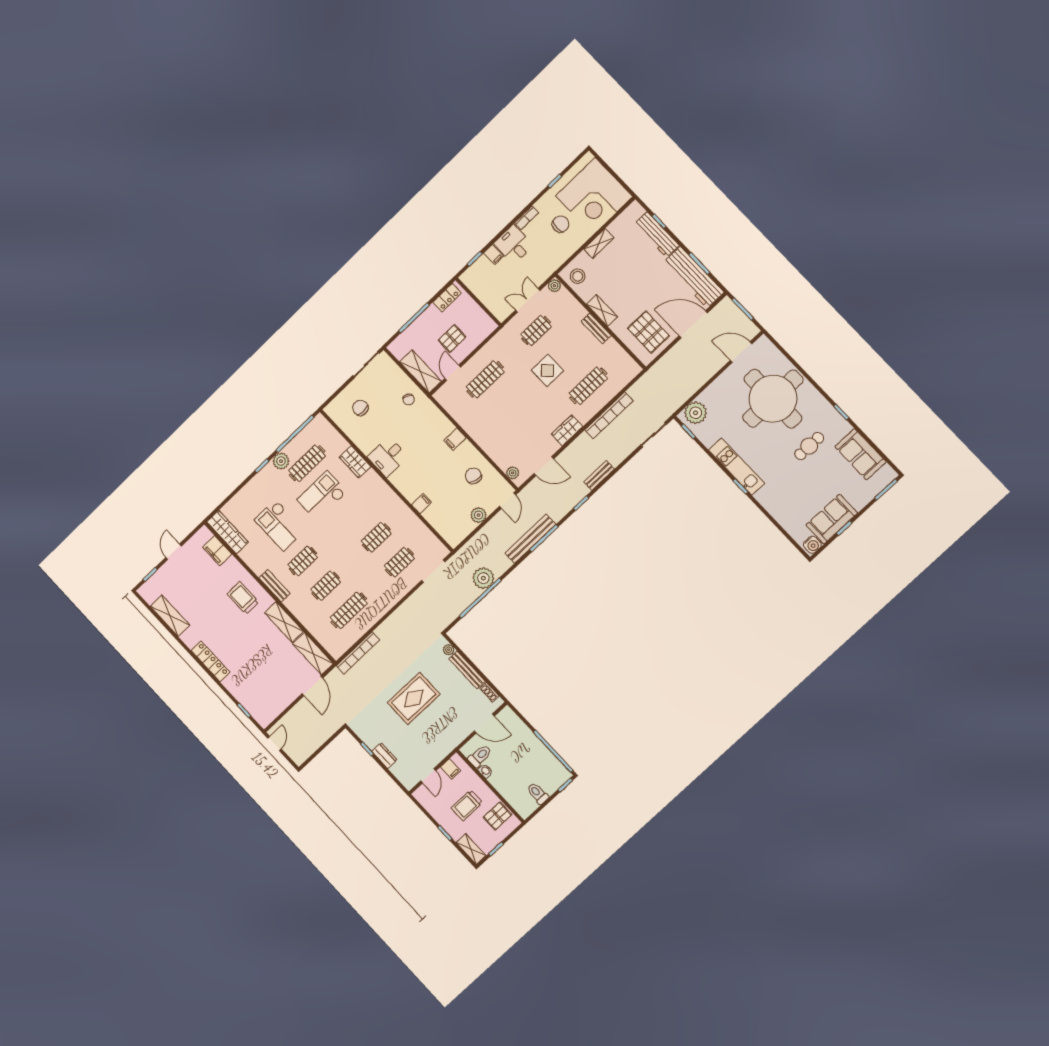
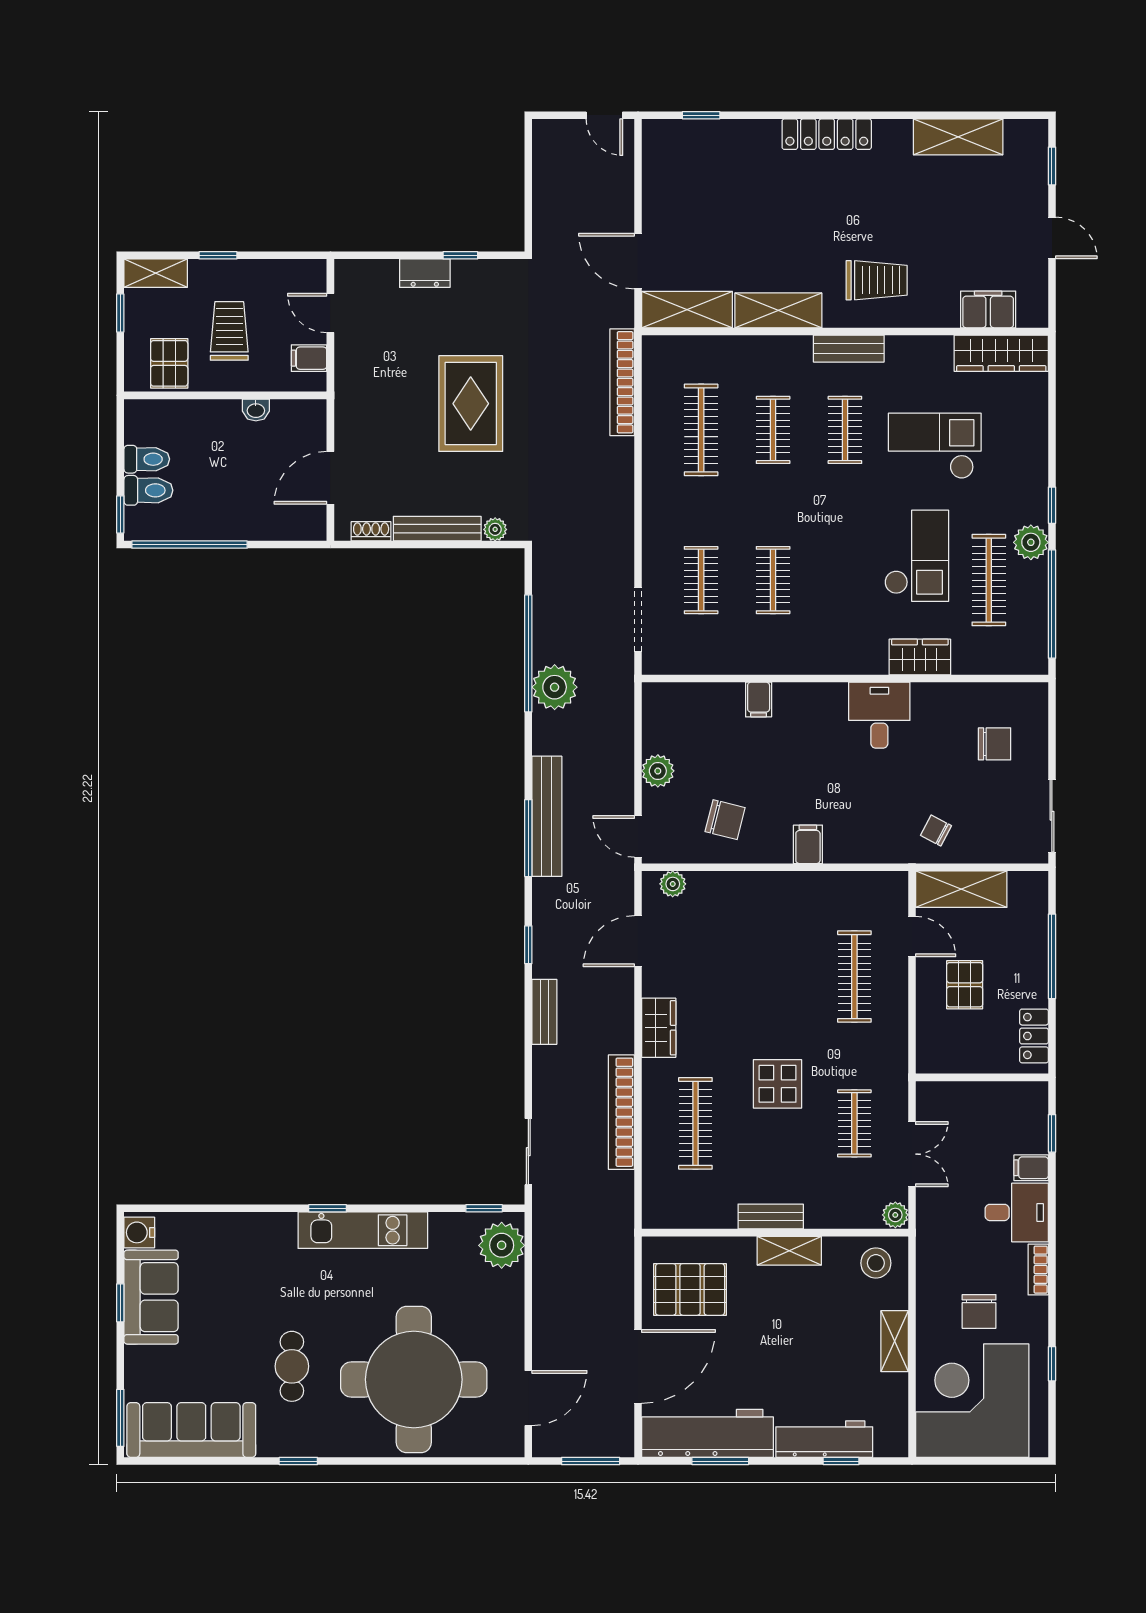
sofa: (860, 454) -> (191, 1430), width x1.36
toilet: (480, 756) -> (148, 490), moved, turned -90

